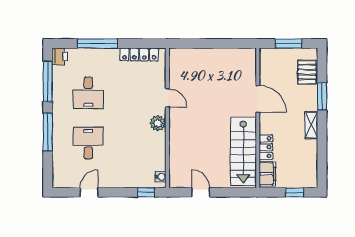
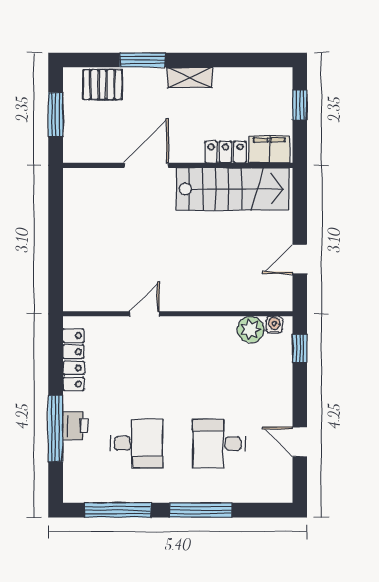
printer: (60, 56) -> (75, 426), moved, turned 90
plant: (158, 123) -> (251, 329), moved

